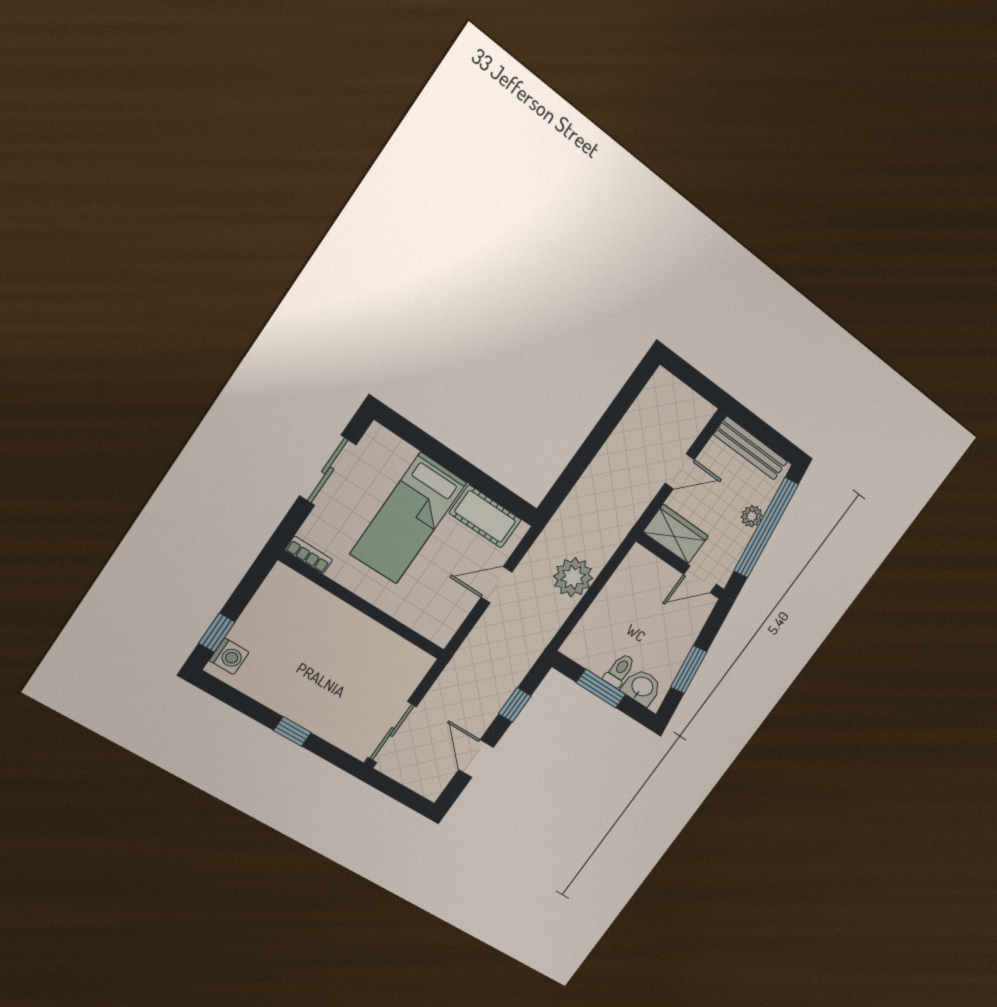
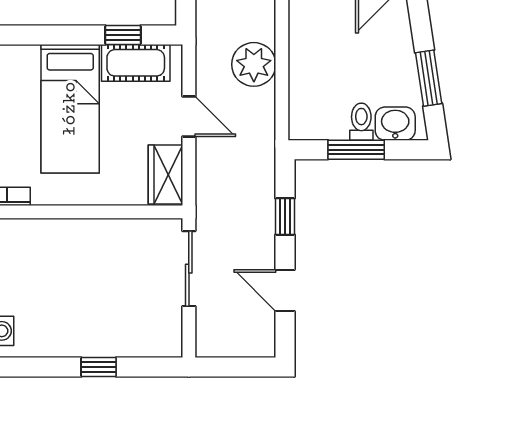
window: (491, 488) -> (123, 35), added
door: (497, 585) -> (189, 117), swing flipped
wardrobe: (447, 617) -> (165, 174), added
sliding door: (392, 732) -> (189, 269), moved

